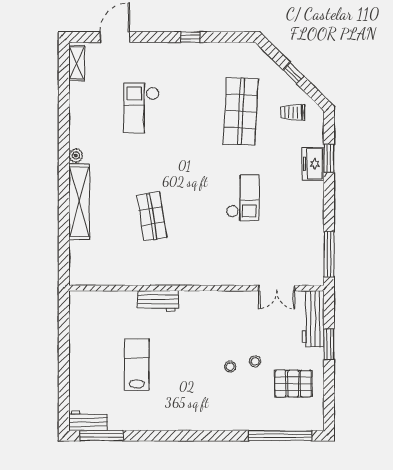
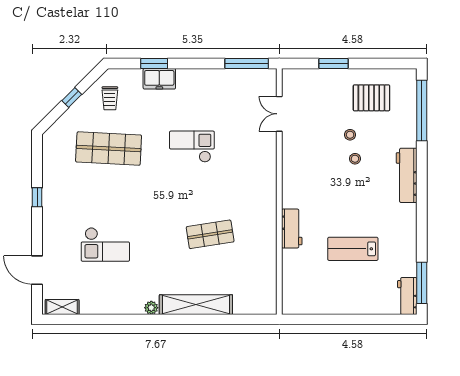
double door: (277, 288) -> (279, 114), swing flipped
workbench: (313, 319) -> (407, 175), moved, turned 90
pallet: (293, 384) -> (371, 98), turned 90

